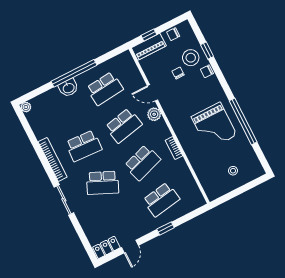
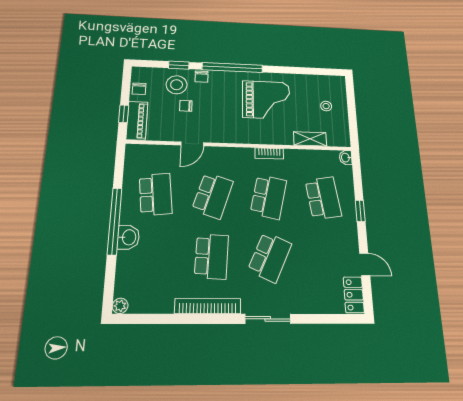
plant: (154, 114) -> (218, 155), removed
window: (243, 121) -> (232, 68), moved
school desk: (124, 126) -> (213, 196), turned 30
school desk: (142, 163) -> (268, 197), turned 30
shelving: (200, 171) -> (310, 139), added
washbasin: (200, 202) -> (346, 158), added

